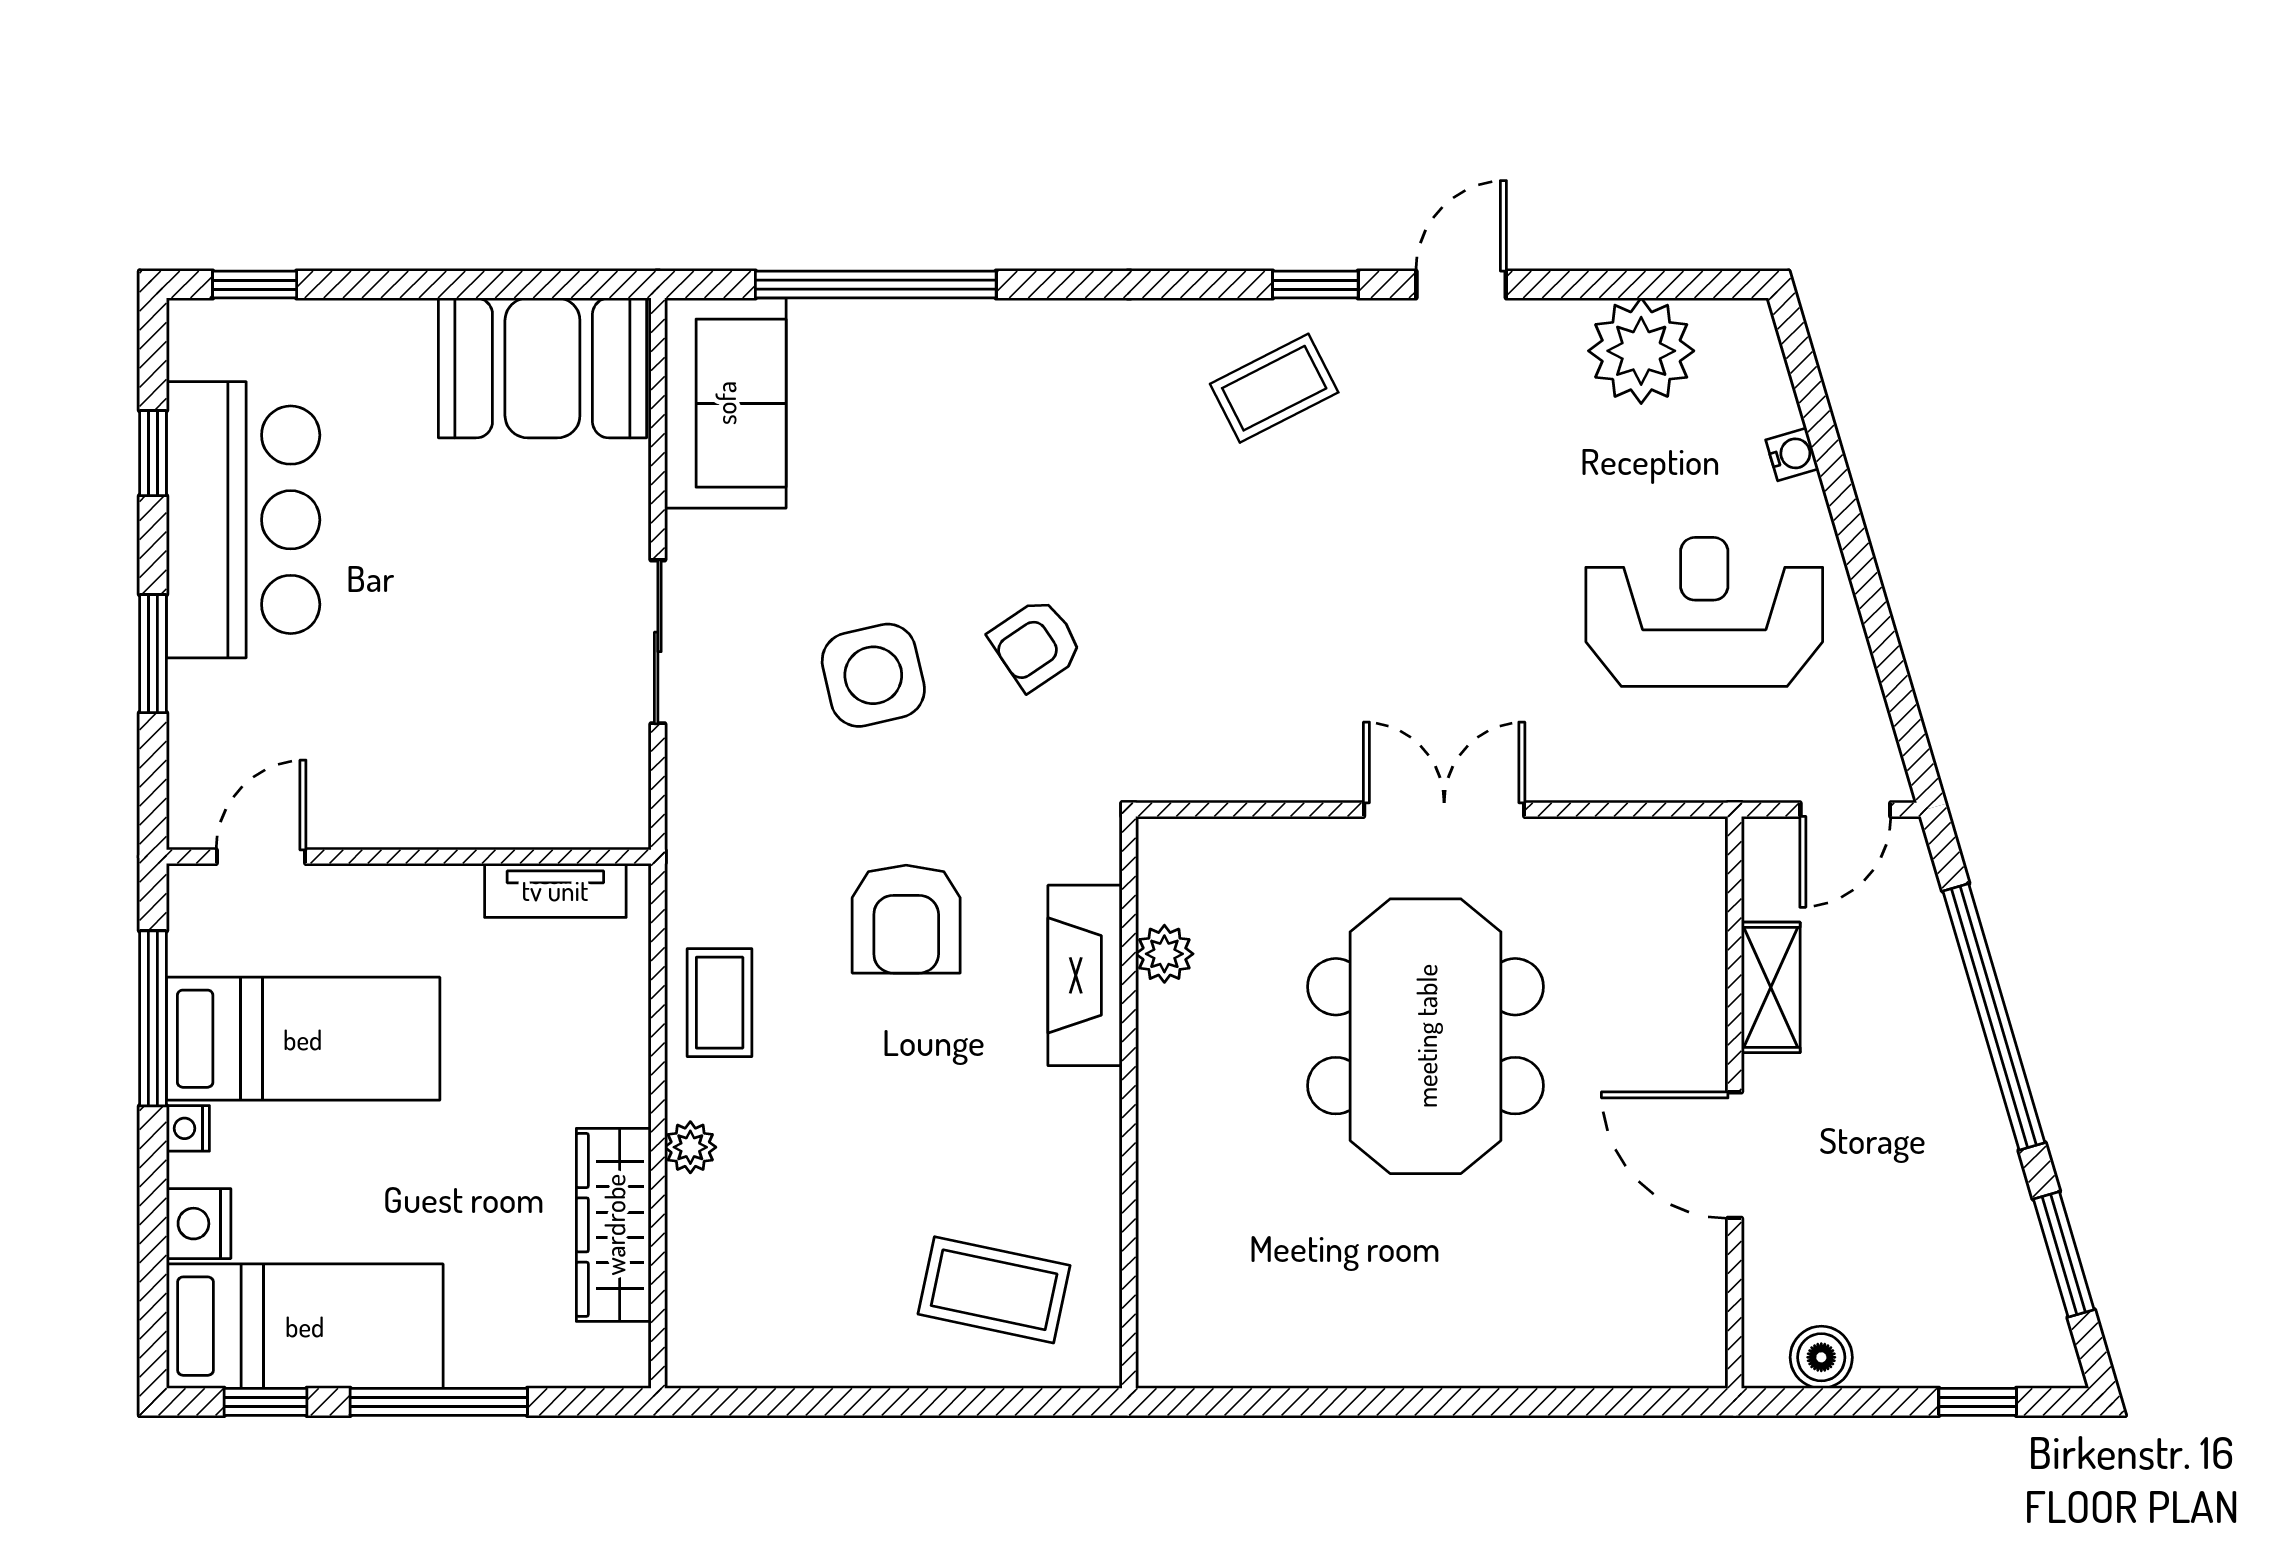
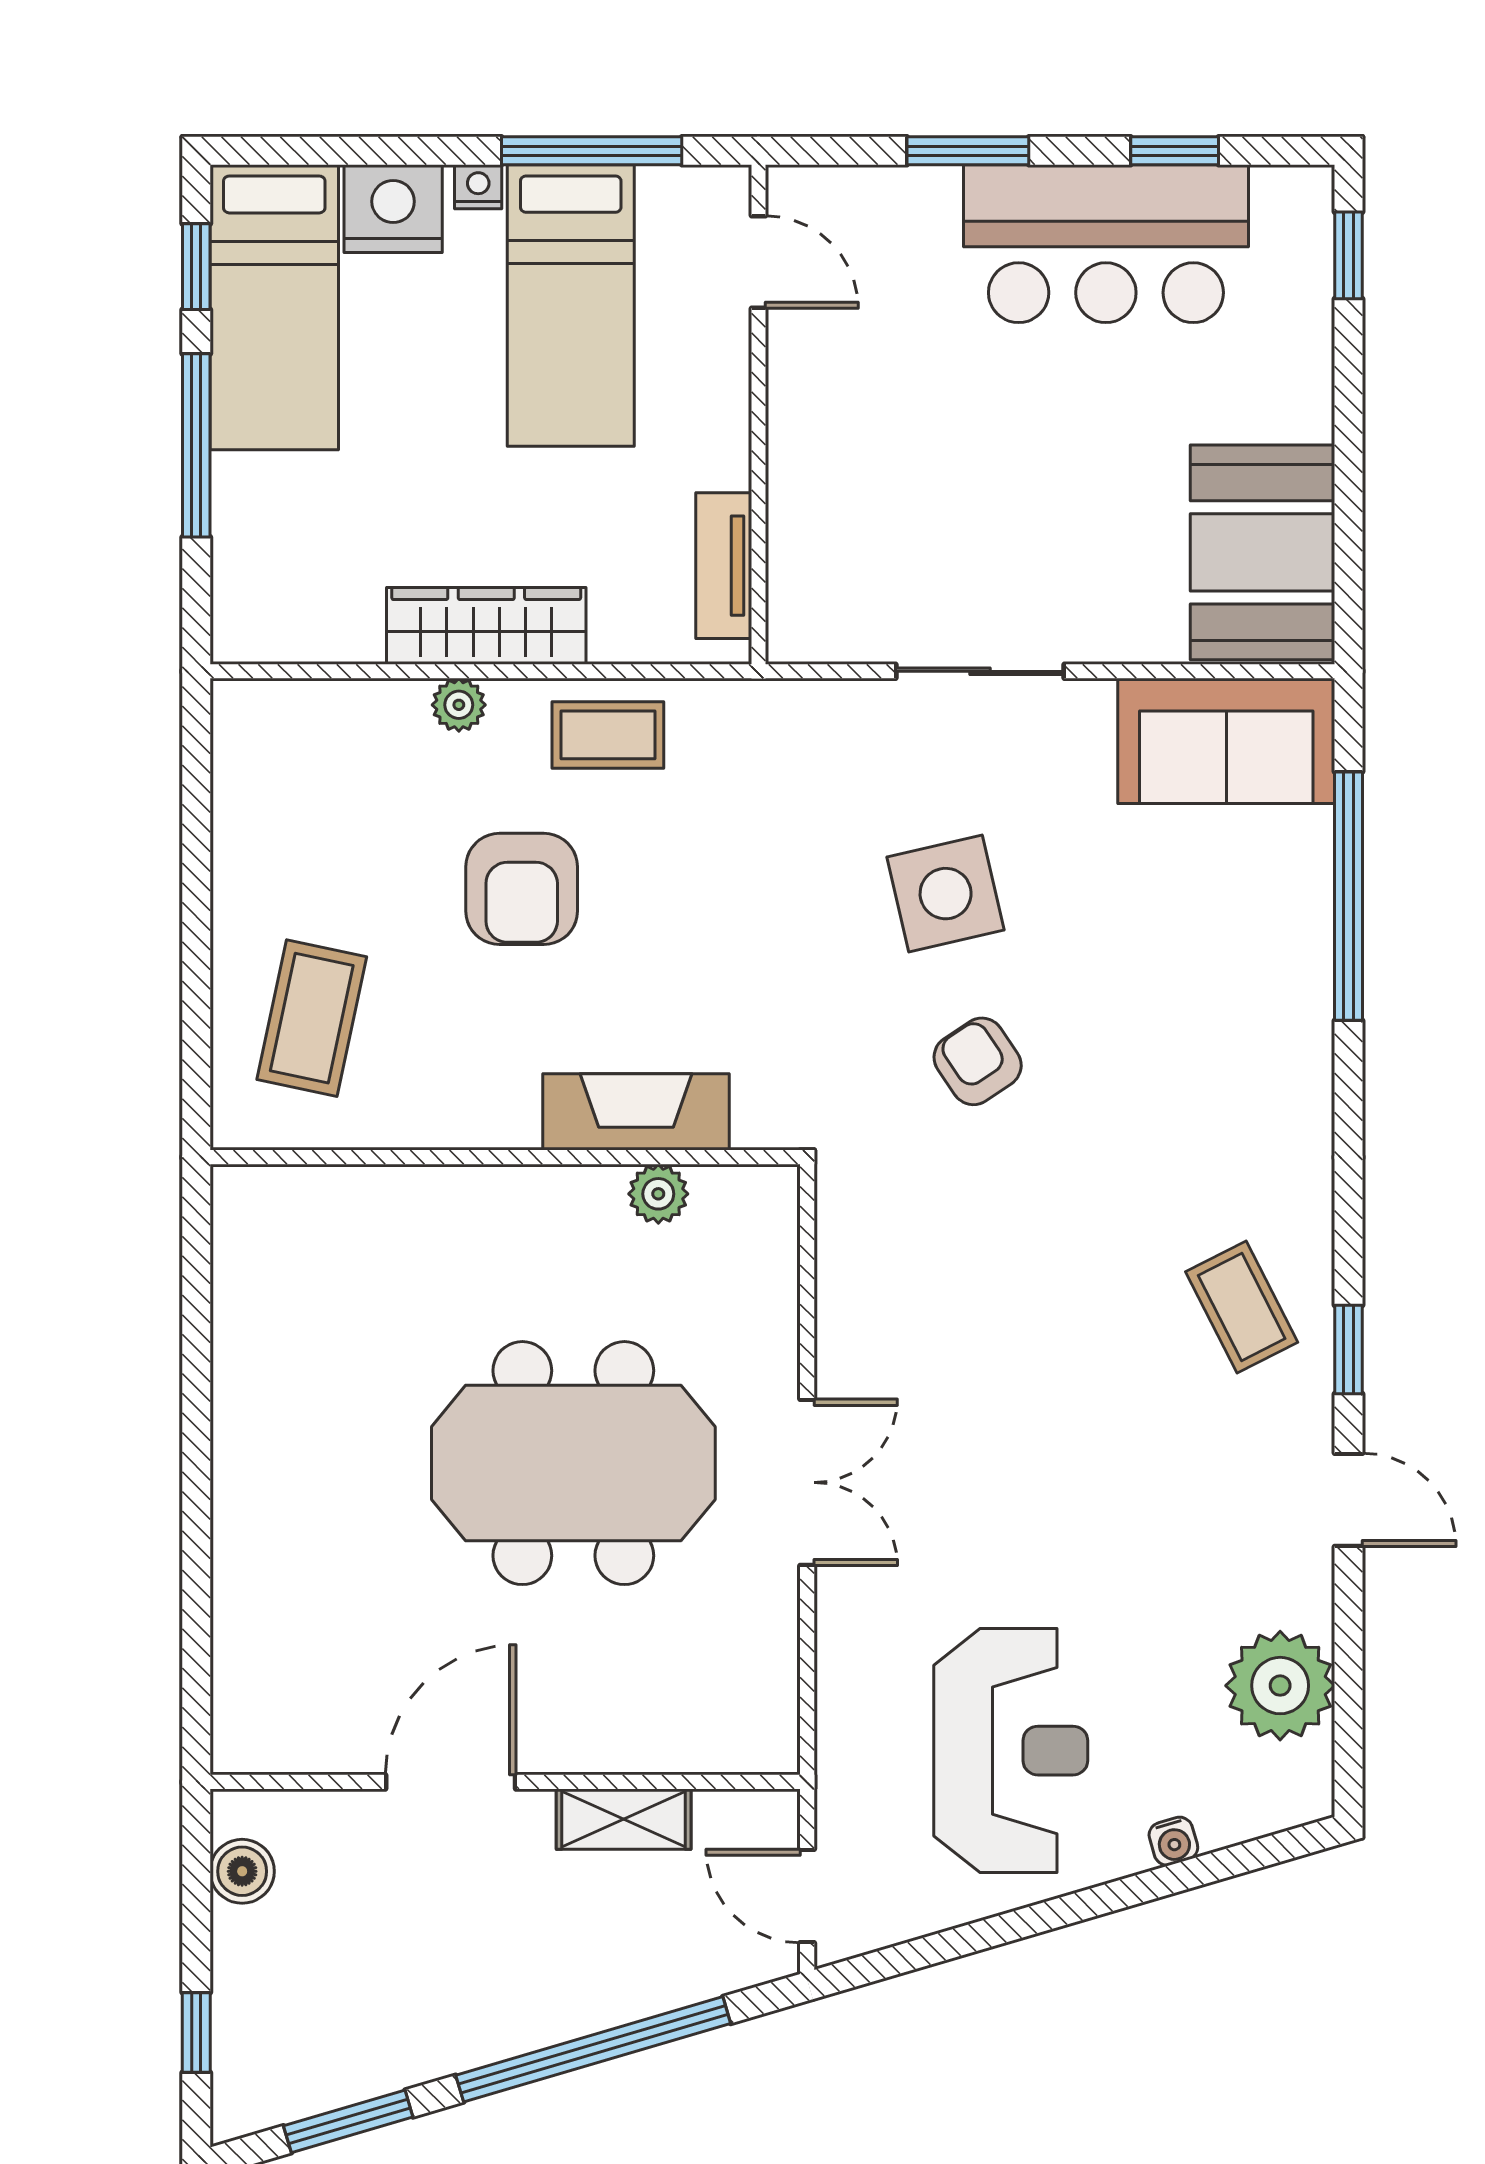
armchair: (906, 919) -> (522, 889), moved, turned -90
nightstand: (199, 1224) -> (393, 209), width x1.36, depth x1.33
wardrobe: (614, 1225) -> (486, 626), moved

